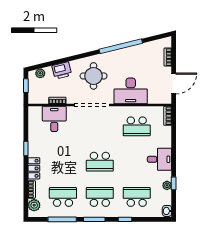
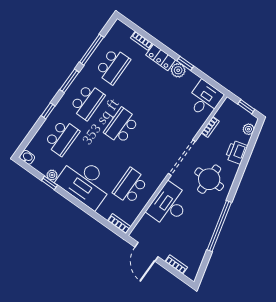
desk: (54, 119) -> (205, 99), moved, turned -90
desk: (159, 159) -> (85, 182), width x1.87, depth x1.30
plant: (34, 205) -> (178, 70), moved

